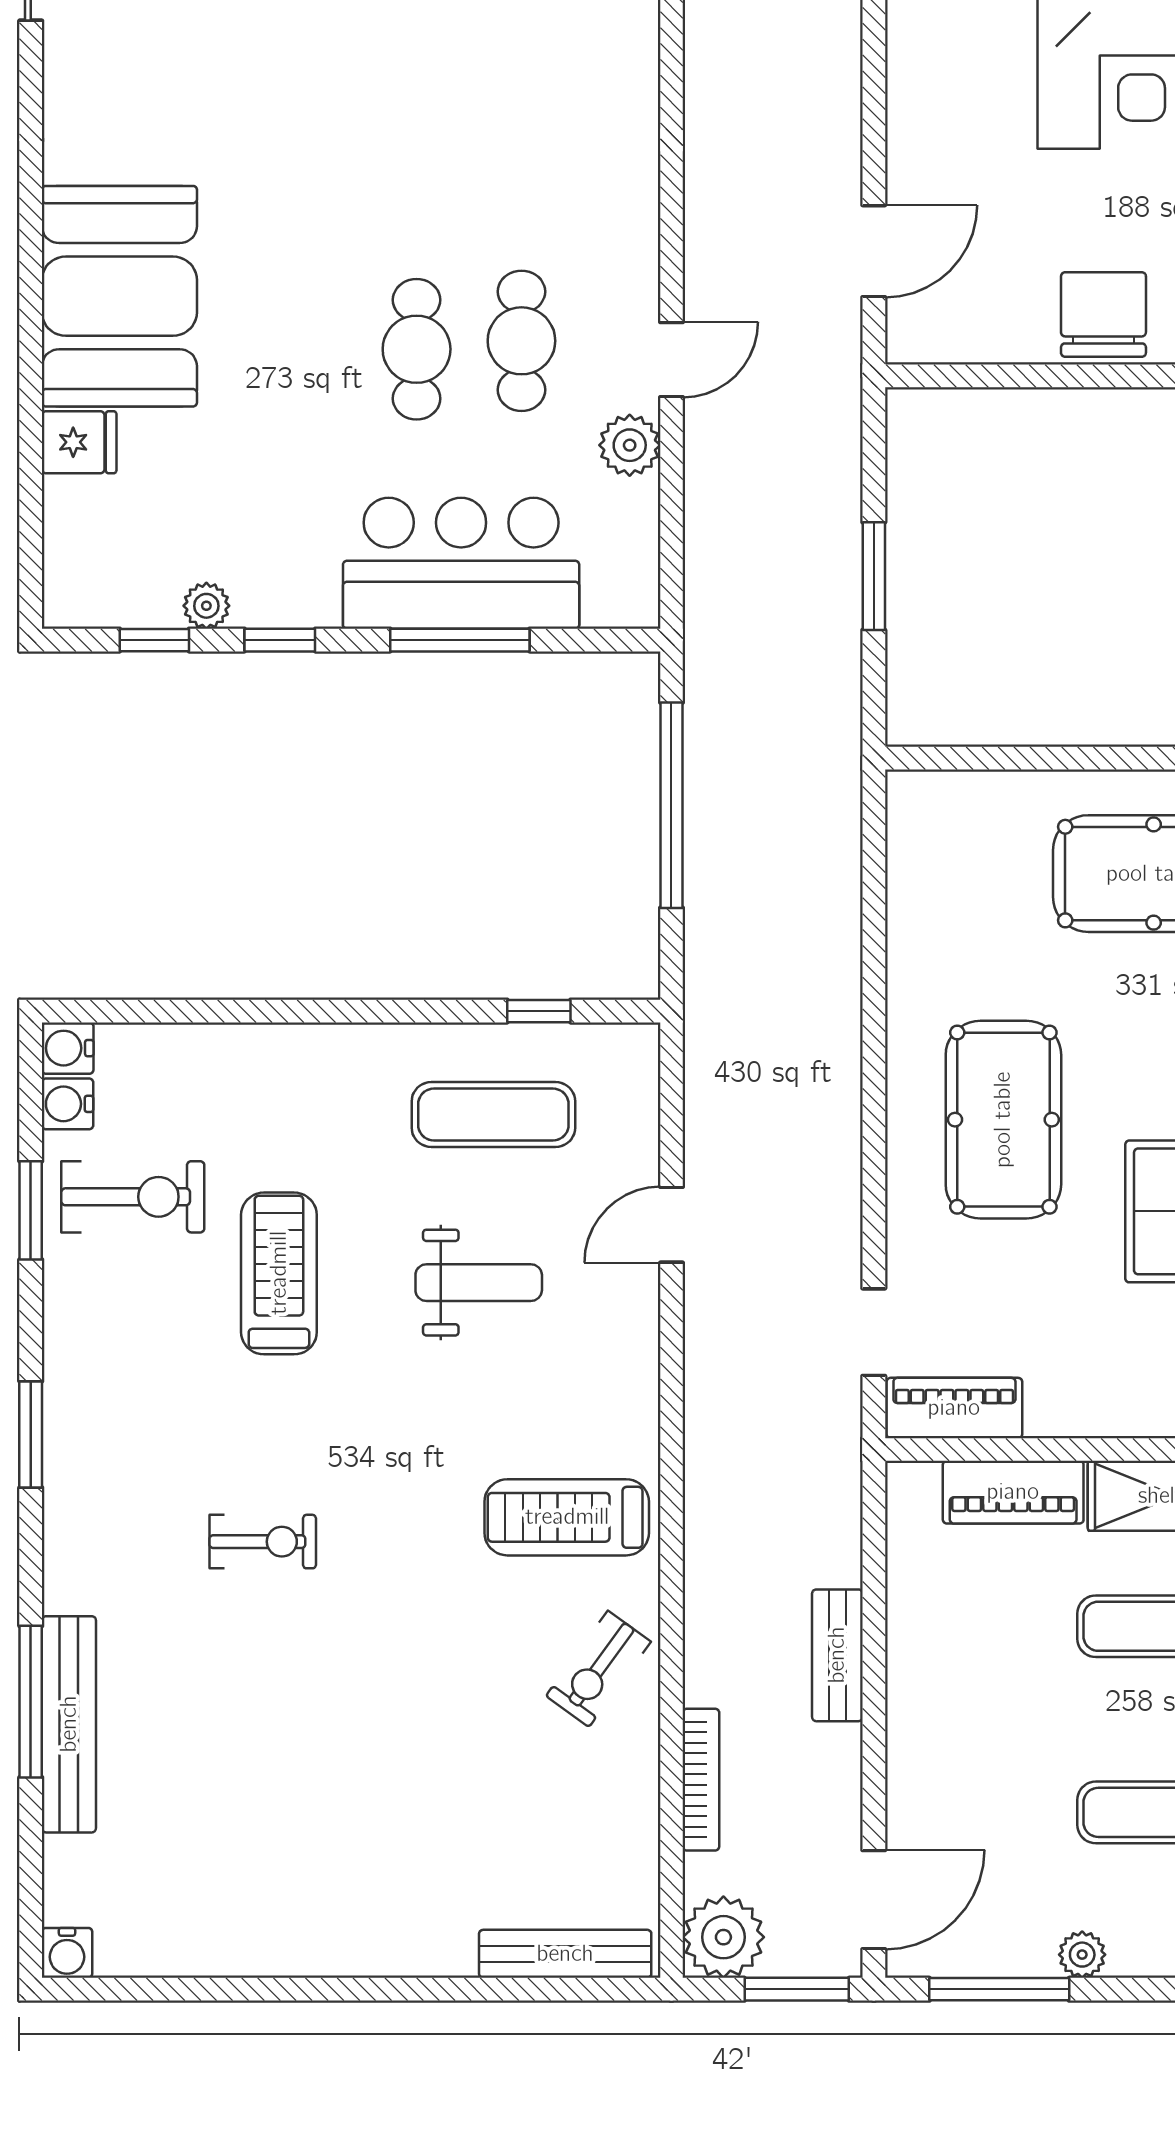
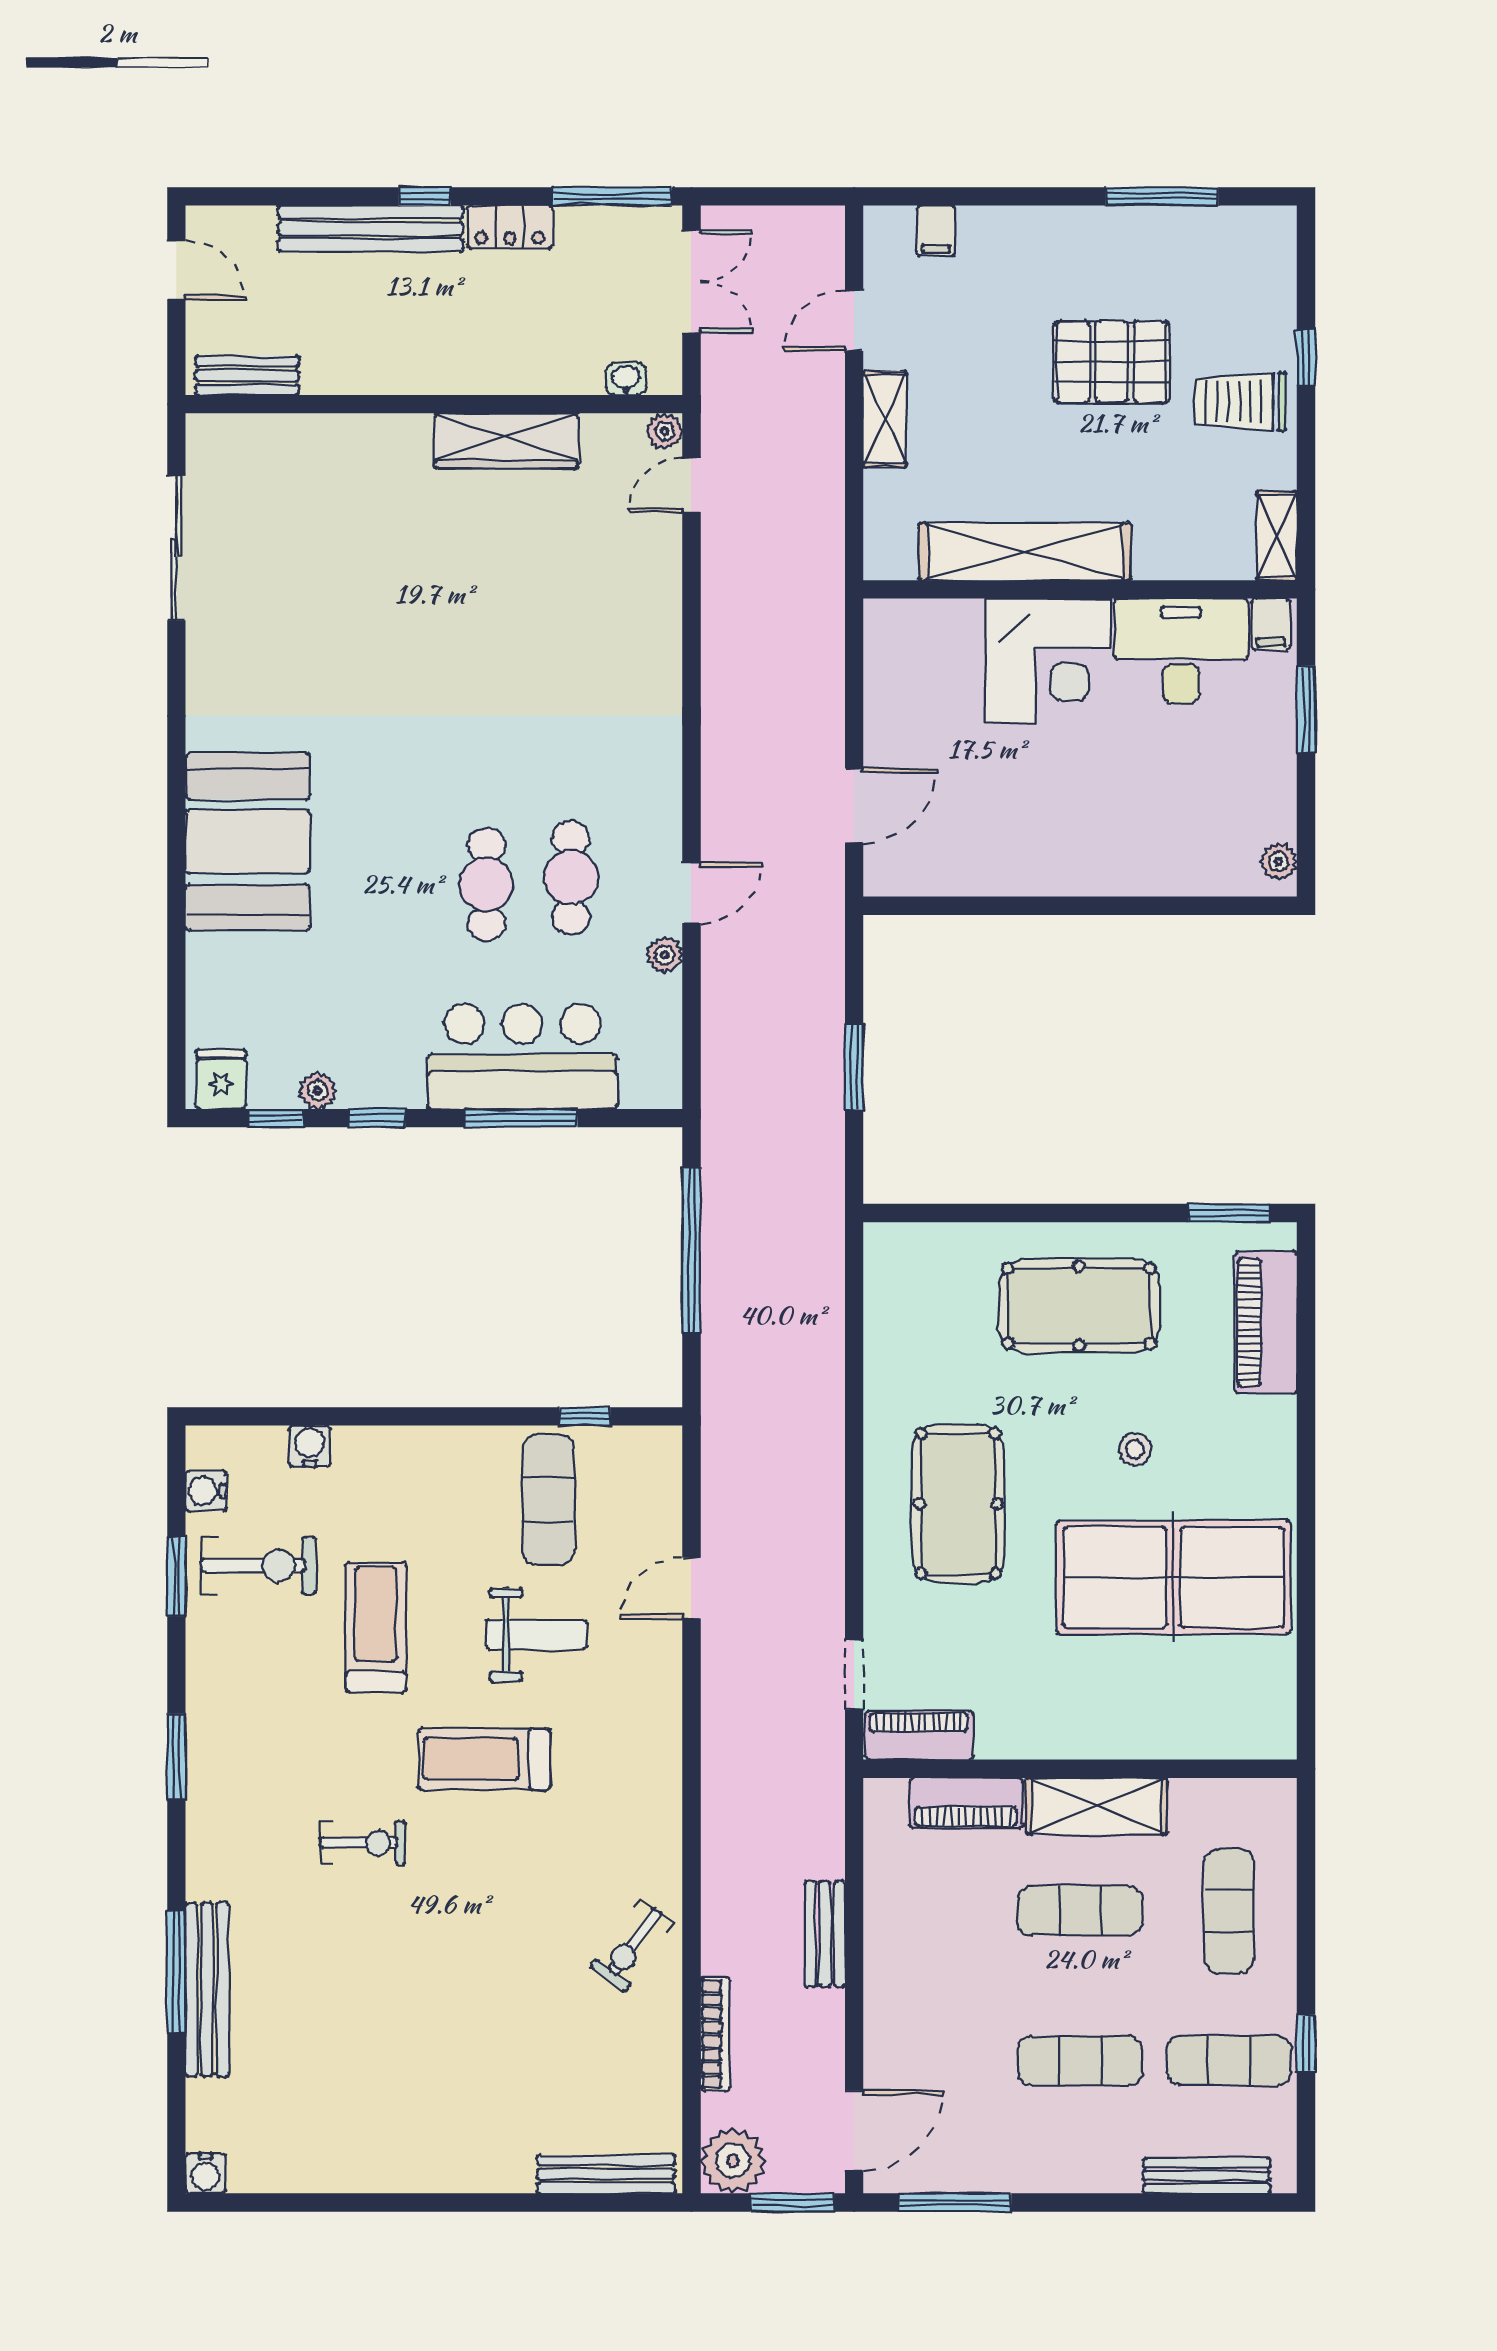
chair: (1103, 314) -> (1039, 856), removed
fridge: (79, 442) -> (221, 1079), moved, turned -90
plant: (630, 445) -> (665, 955), width x0.73, depth x0.73
water cooler: (68, 1048) -> (310, 1446), moved, turned 90
exercise mat: (493, 1115) -> (548, 1499), turned 90
treadmill: (567, 1517) -> (484, 1759), moved
plant: (1082, 1955) -> (1022, 2175), removed

